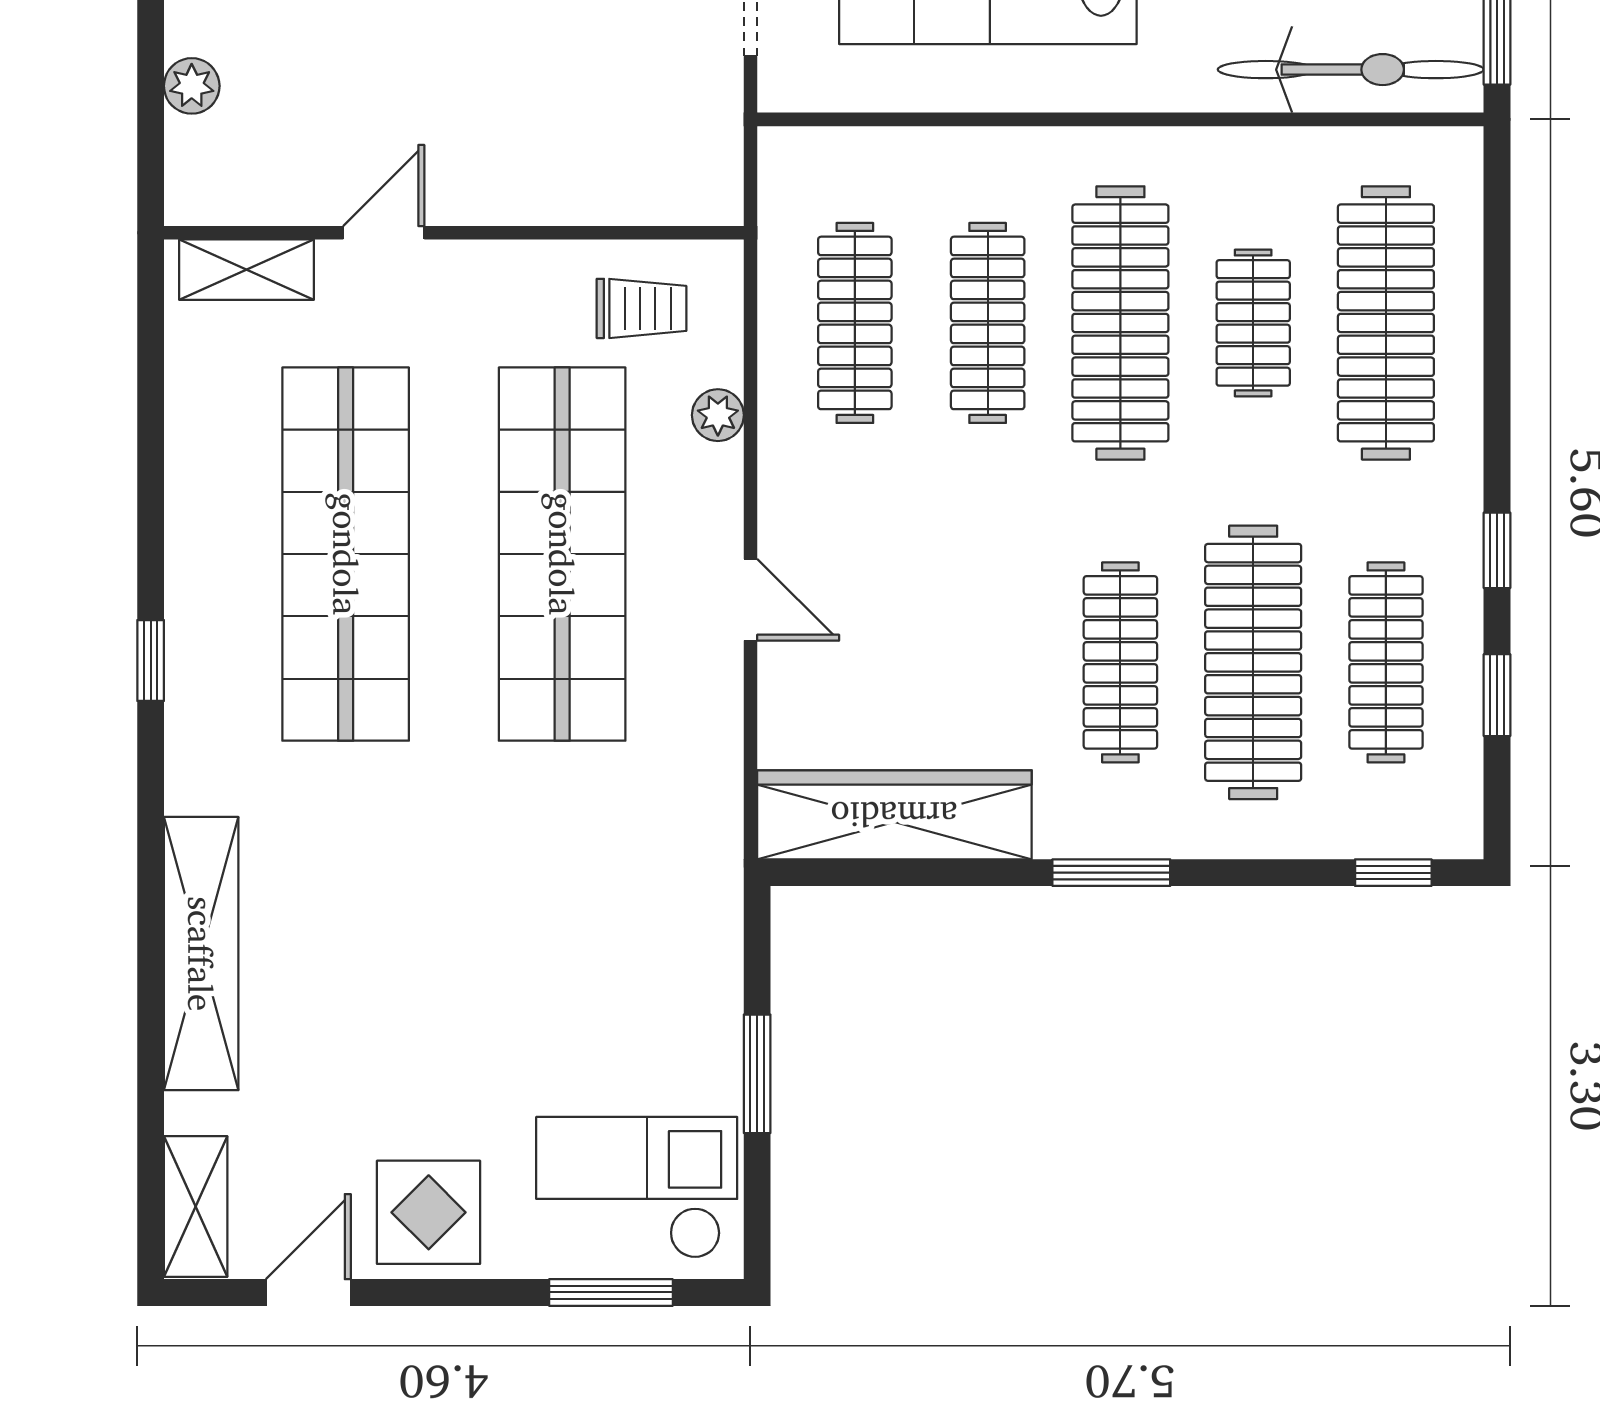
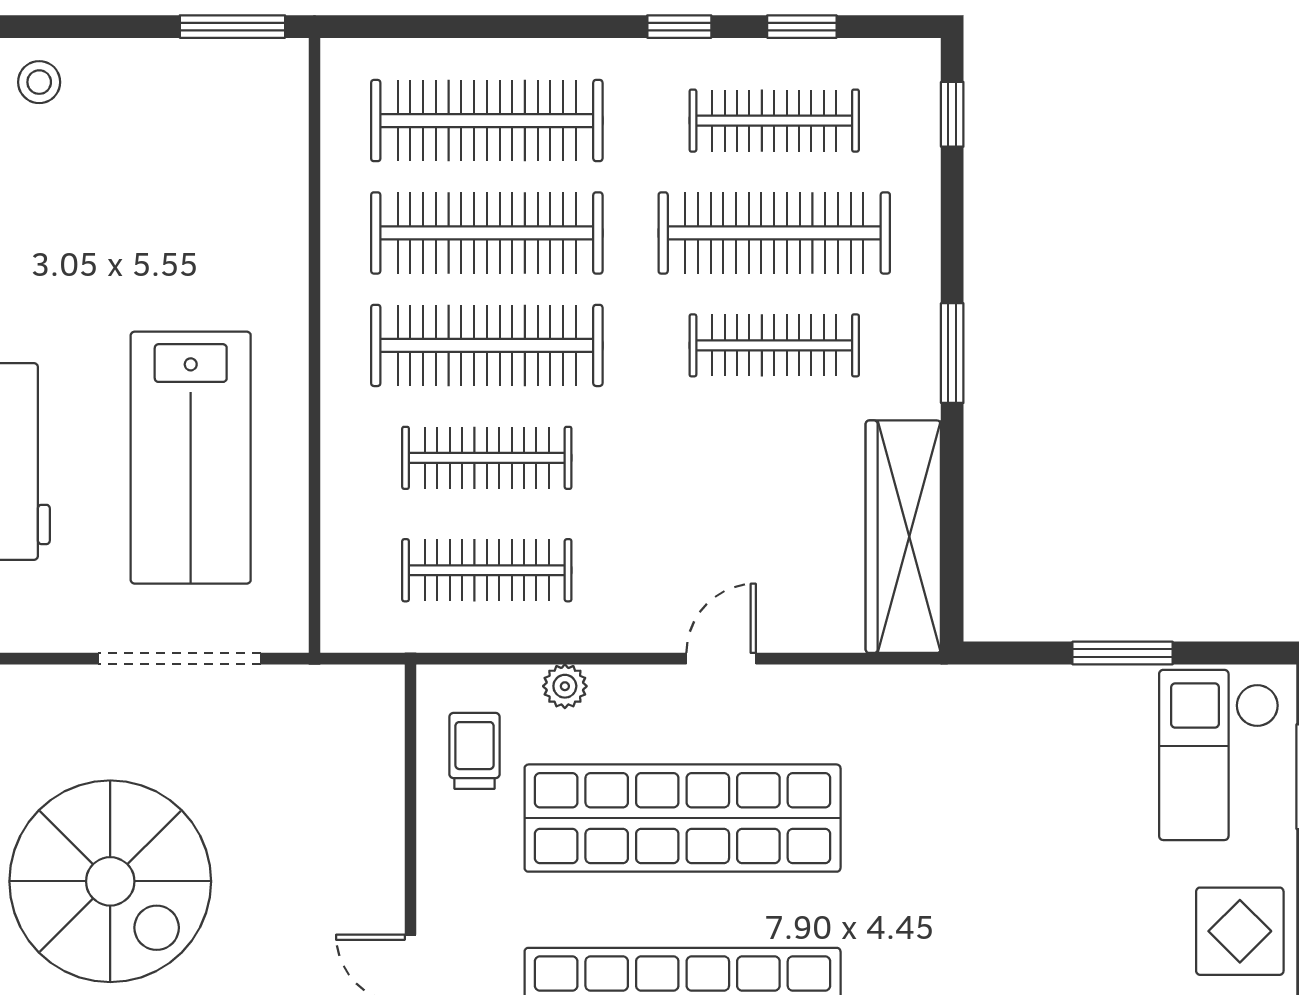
bicycle: (1351, 70) -> (272, 150), removed
clothes rail: (1253, 323) -> (487, 233), width x1.86, depth x1.31

